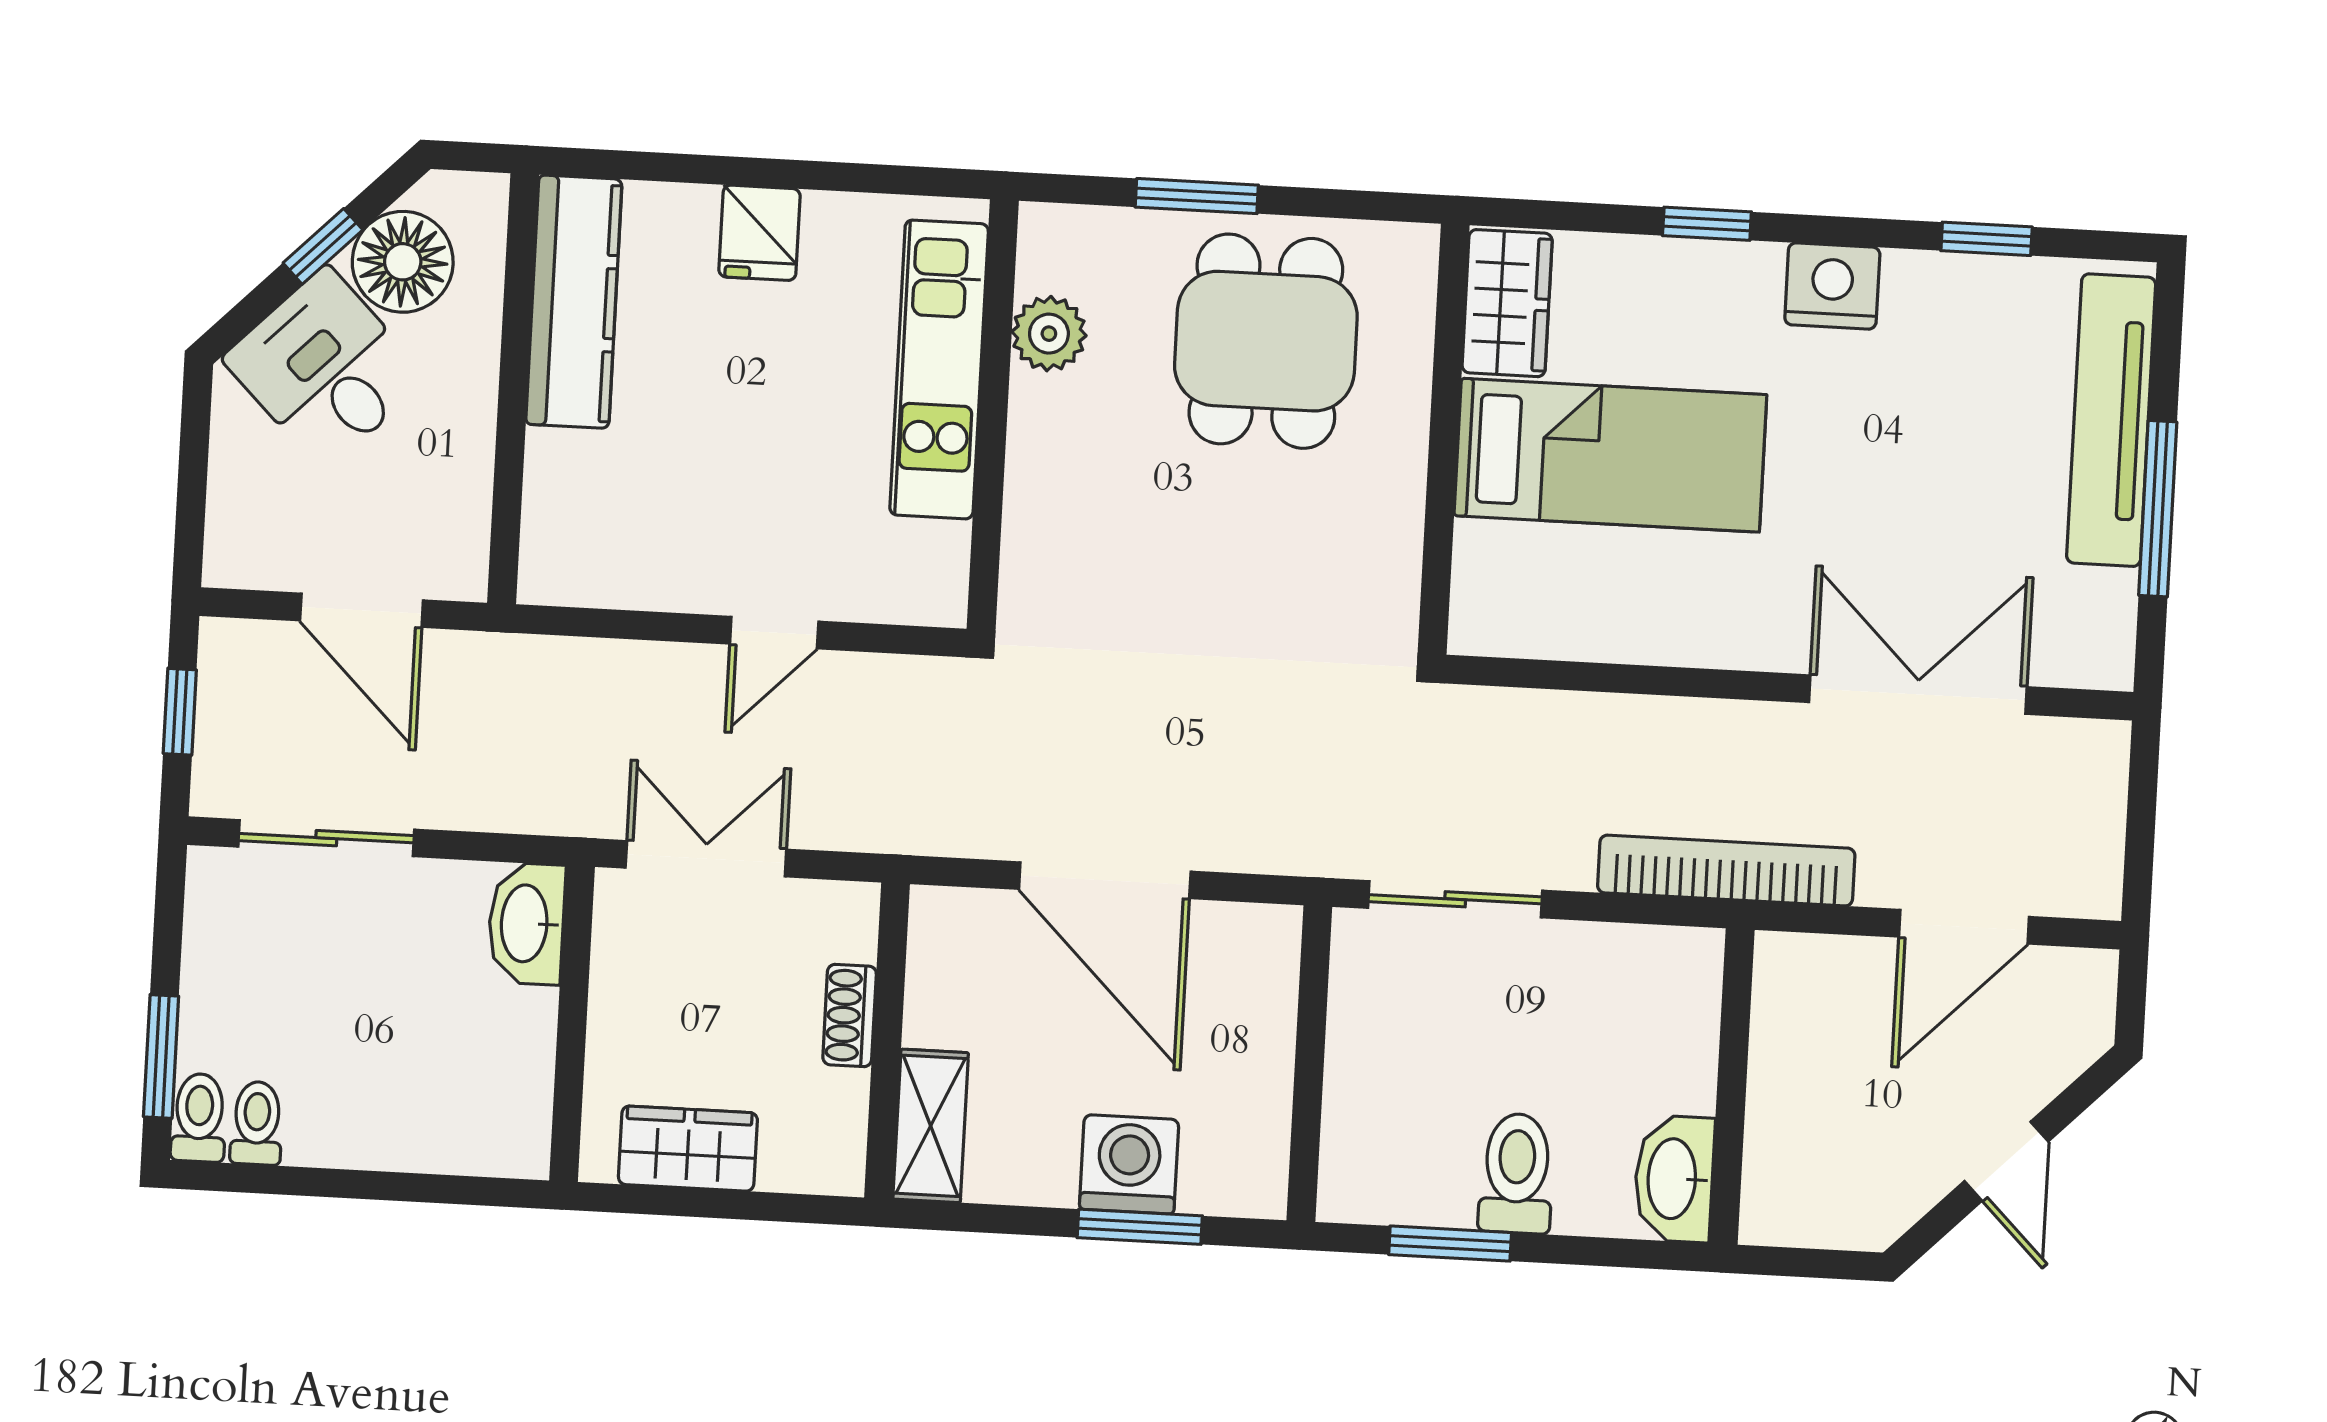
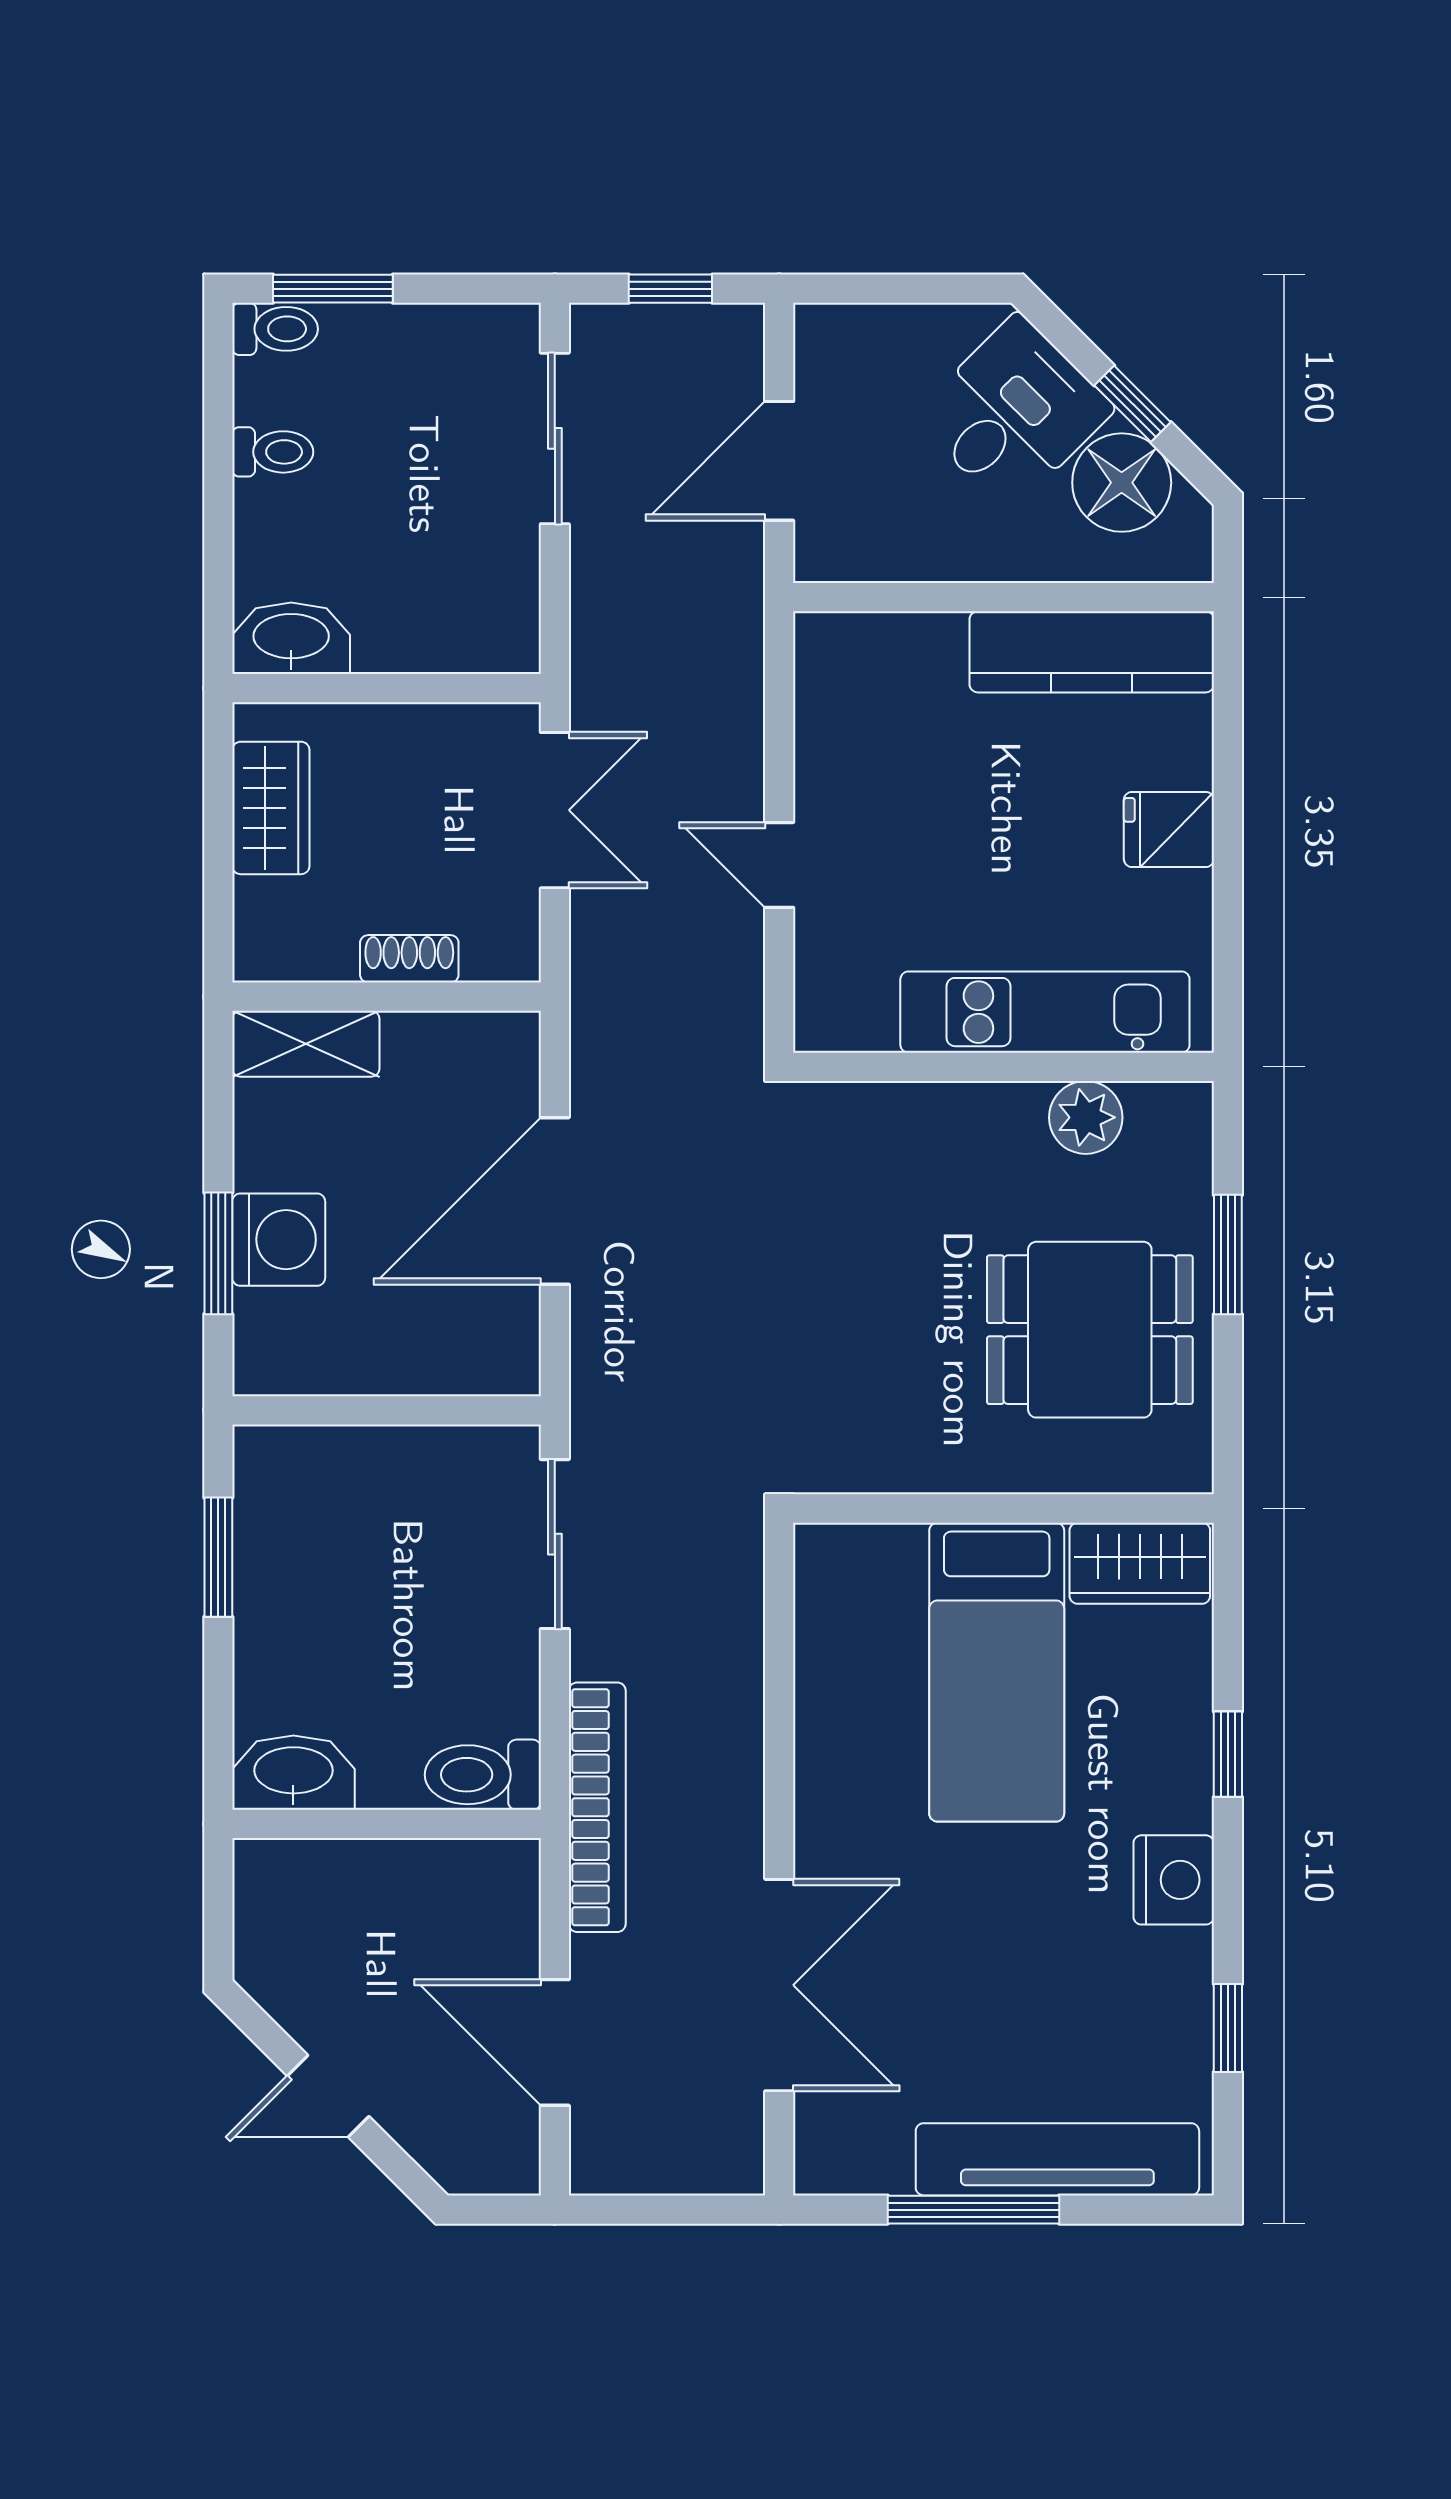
washbasin: (526, 923) -> (291, 638), moved
toilet: (257, 1123) -> (273, 452), moved
toilet: (1516, 1173) -> (483, 1775), moved, turned 180

